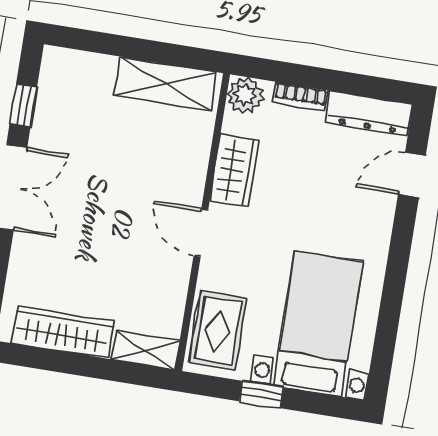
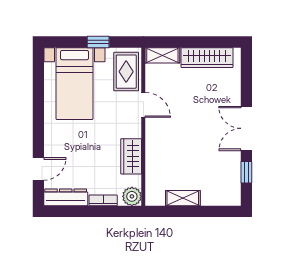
shelving: (166, 84) -> (183, 198), width x0.67, depth x0.75
door: (201, 233) -> (143, 105), moved

